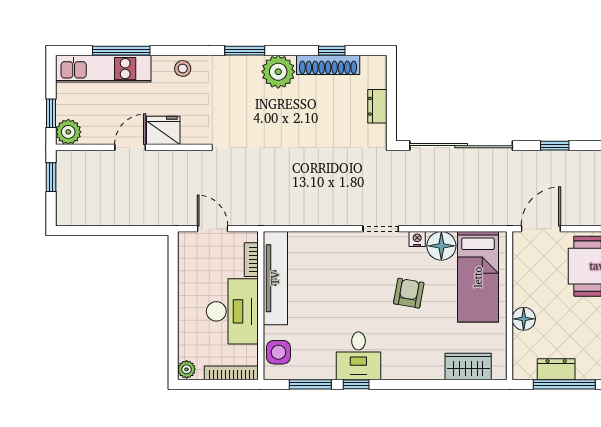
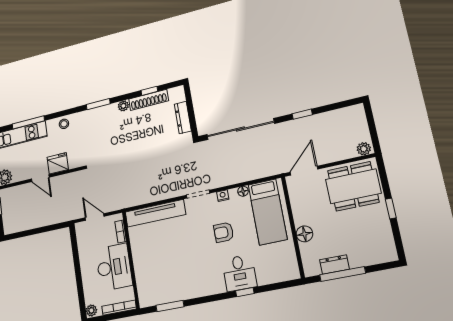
plant: (278, 72) -> (123, 106), width x0.53, depth x0.53
dresser: (377, 106) -> (183, 117), width x1.44
door: (130, 147) -> (40, 178), swing flipped
floor lamp: (441, 246) -> (243, 191), width x0.53, depth x0.53
tv unit: (275, 278) -> (155, 213), moved, turned 90
armchair: (409, 293) -> (224, 232), turned -100
side table: (278, 352) -> (146, 288), removed
desk: (358, 356) -> (239, 273), moved
wardrobe: (468, 366) -> (273, 274), removed
window: (356, 384) -> (245, 292), moved

